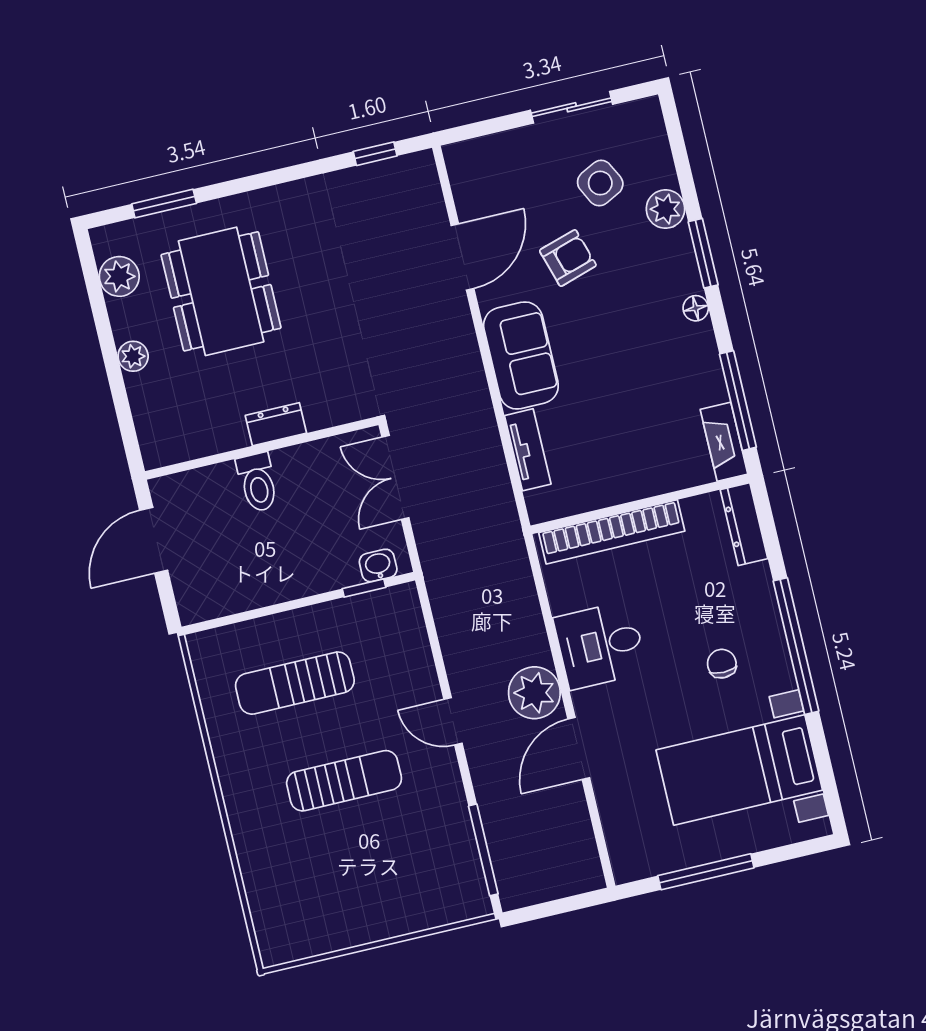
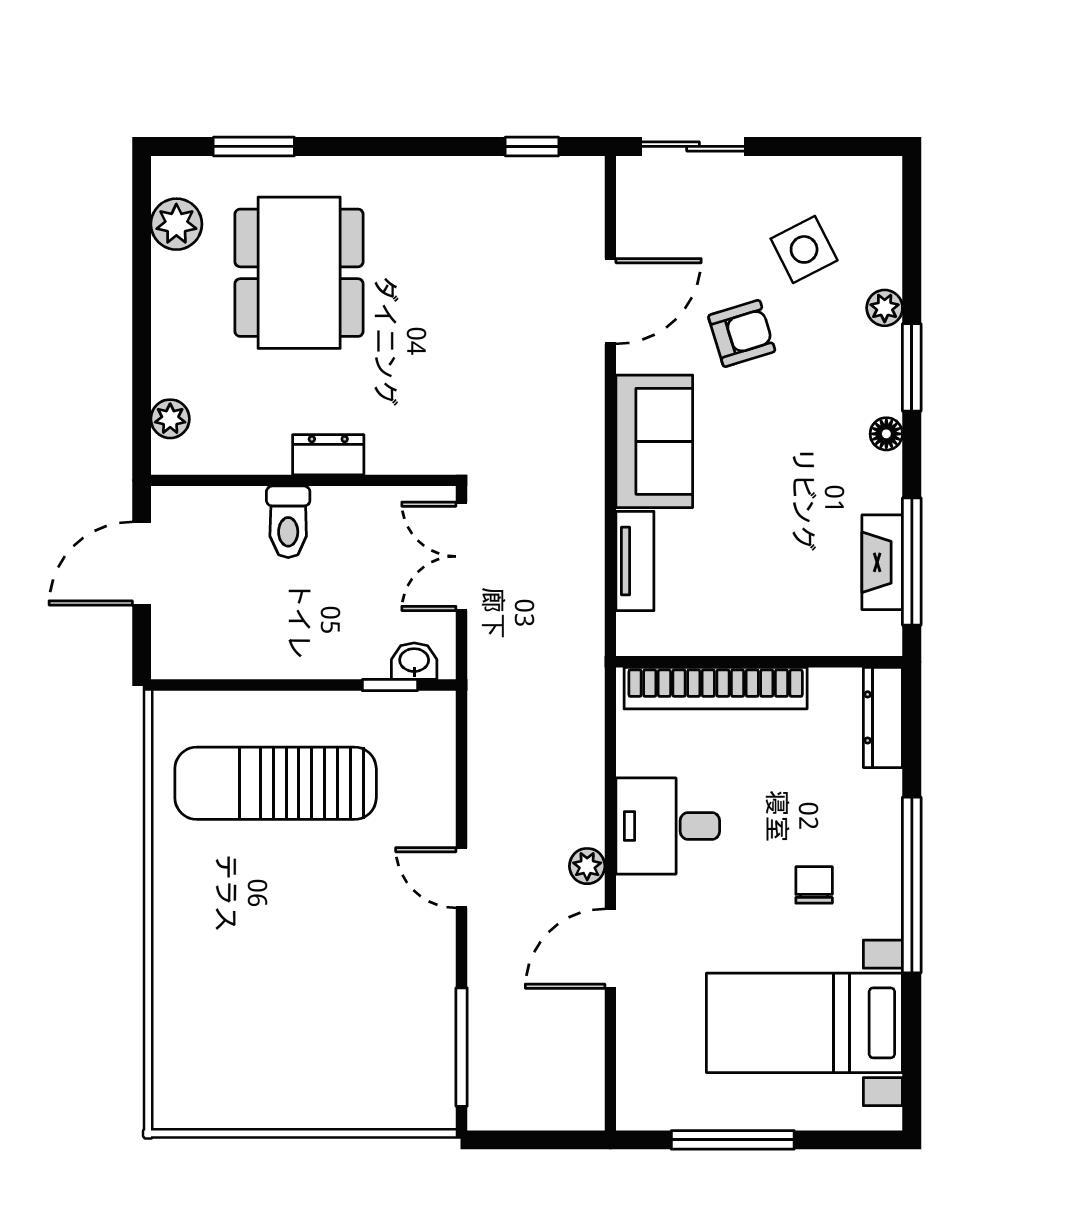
sliding door: (572, 107) -> (693, 146), moved
plant: (665, 209) -> (885, 308), width x0.73, depth x0.73
plant: (133, 356) -> (170, 419), moved
fireplace: (724, 442) -> (882, 562), moved
sun lounger: (295, 683) -> (276, 783), width x1.36, depth x1.34
plant: (534, 693) -> (587, 866), width x0.53, depth x0.53
sun lounger: (344, 781) -> (308, 920), removed

